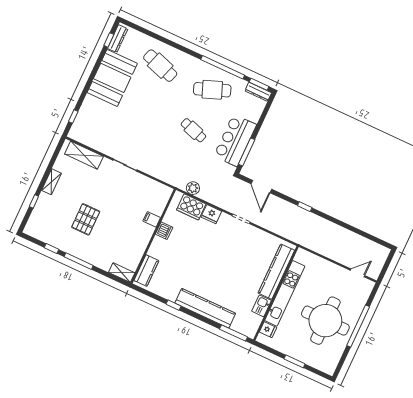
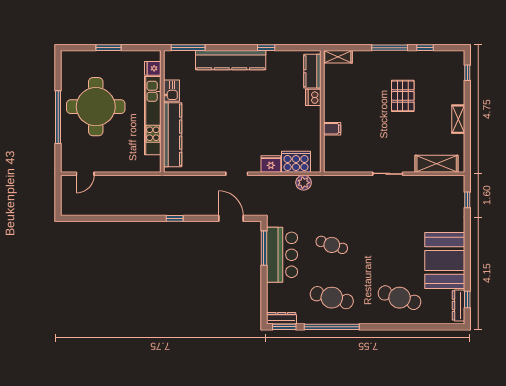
cafe table: (212, 90) -> (332, 298), turned 36
window: (34, 201) -> (467, 73), moved
dishwasher: (164, 231) -> (313, 97), moved

